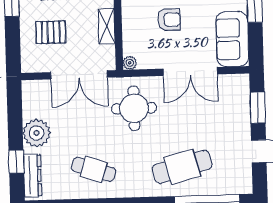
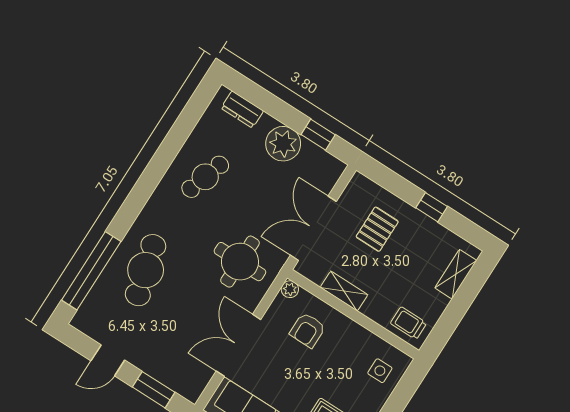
armchair: (169, 20) -> (308, 330), moved
window: (16, 162) -> (318, 135), moved
dresser: (32, 175) -> (242, 109), width x0.70

